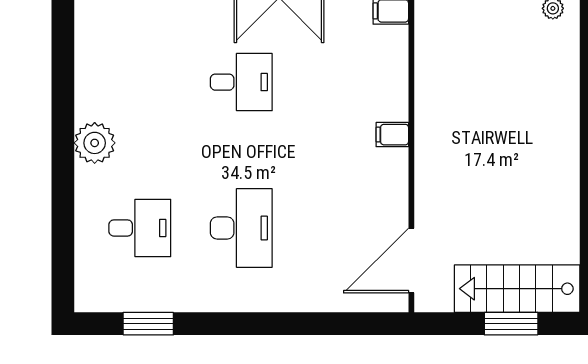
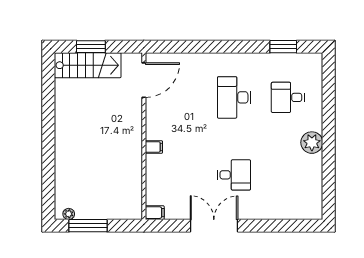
desk: (241, 82) -> (234, 175), turned 180

